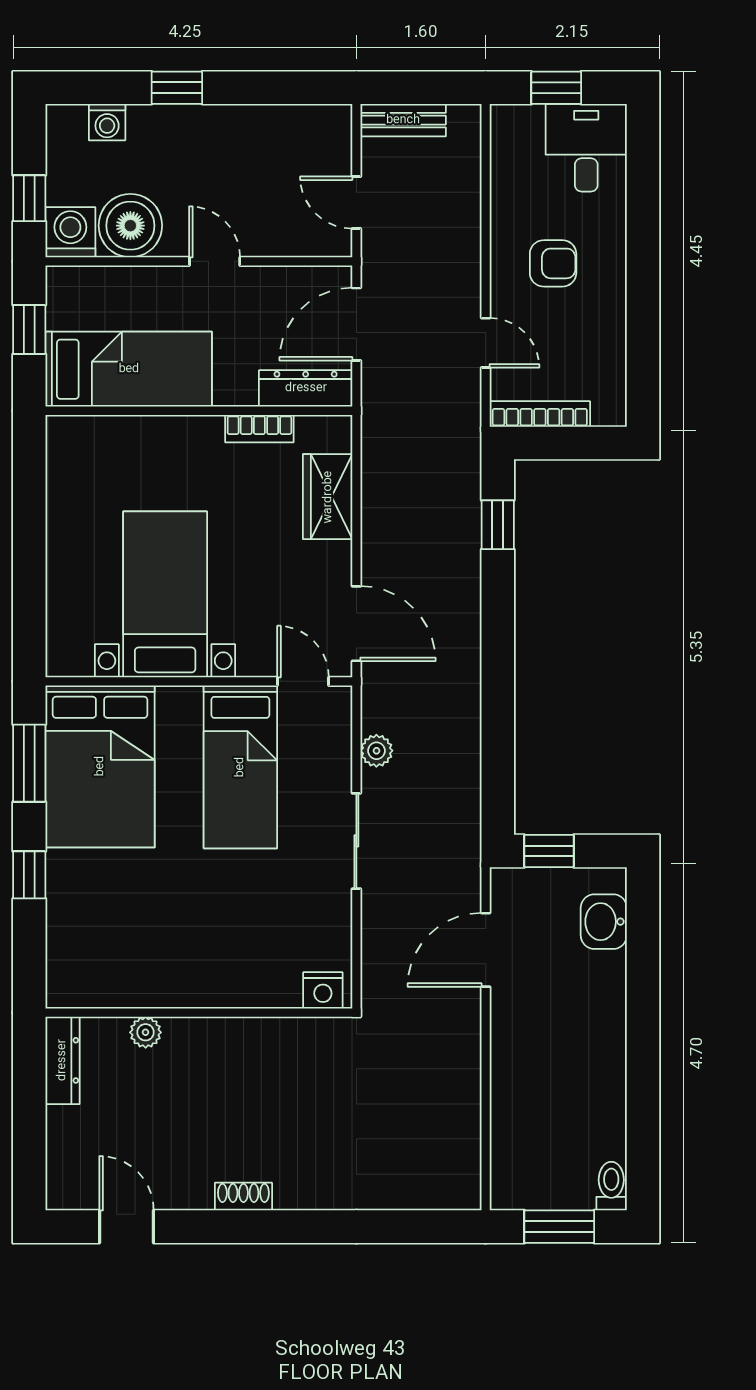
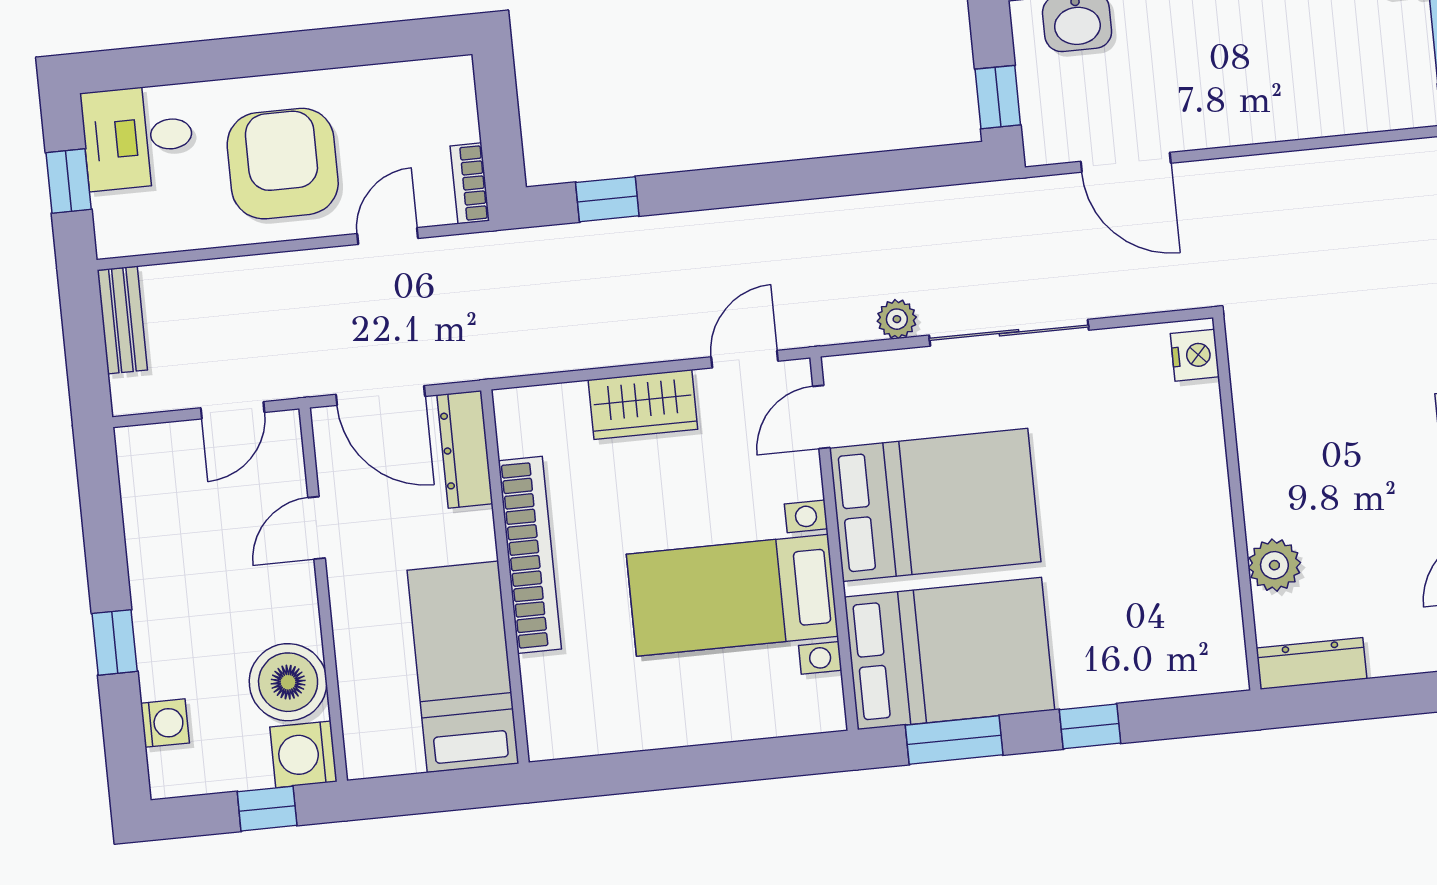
bench: (403, 120) -> (122, 320), moved
door: (215, 261) -> (317, 528), moved
armchair: (553, 263) -> (283, 164), width x1.88, depth x1.88
window: (29, 330) -> (427, 793), removed
bookcase: (540, 414) -> (470, 183), width x0.64
bookcase: (259, 429) -> (530, 555), width x2.31, depth x1.31
wardrobe: (328, 497) -> (643, 404), moved
door: (356, 624) -> (745, 359), width x0.73
bed: (240, 767) -> (935, 505), width x1.50
sliding door: (356, 841) -> (1009, 333), width x1.37
plant: (146, 1032) -> (1274, 565), width x1.38, depth x1.38

